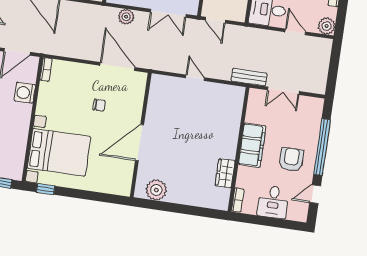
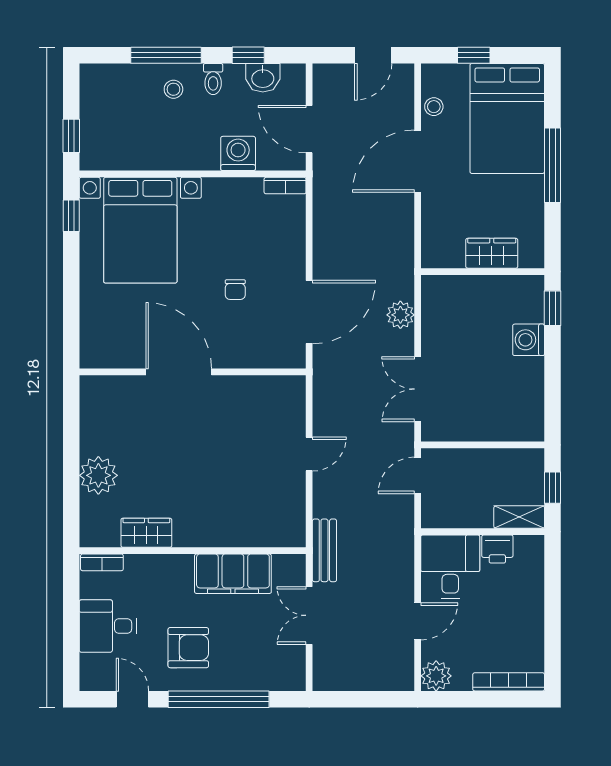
filing cabinet: (252, 145) -> (233, 574), moved
plant: (156, 190) -> (98, 475), moved

